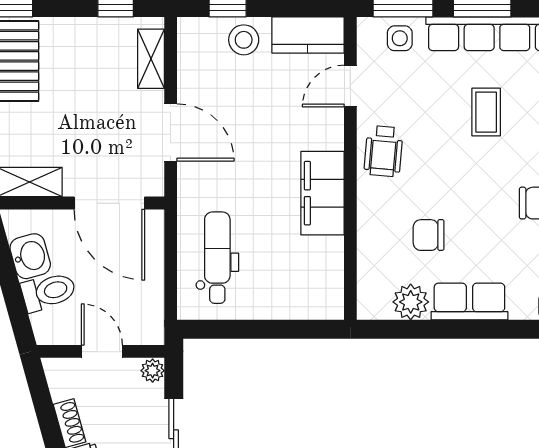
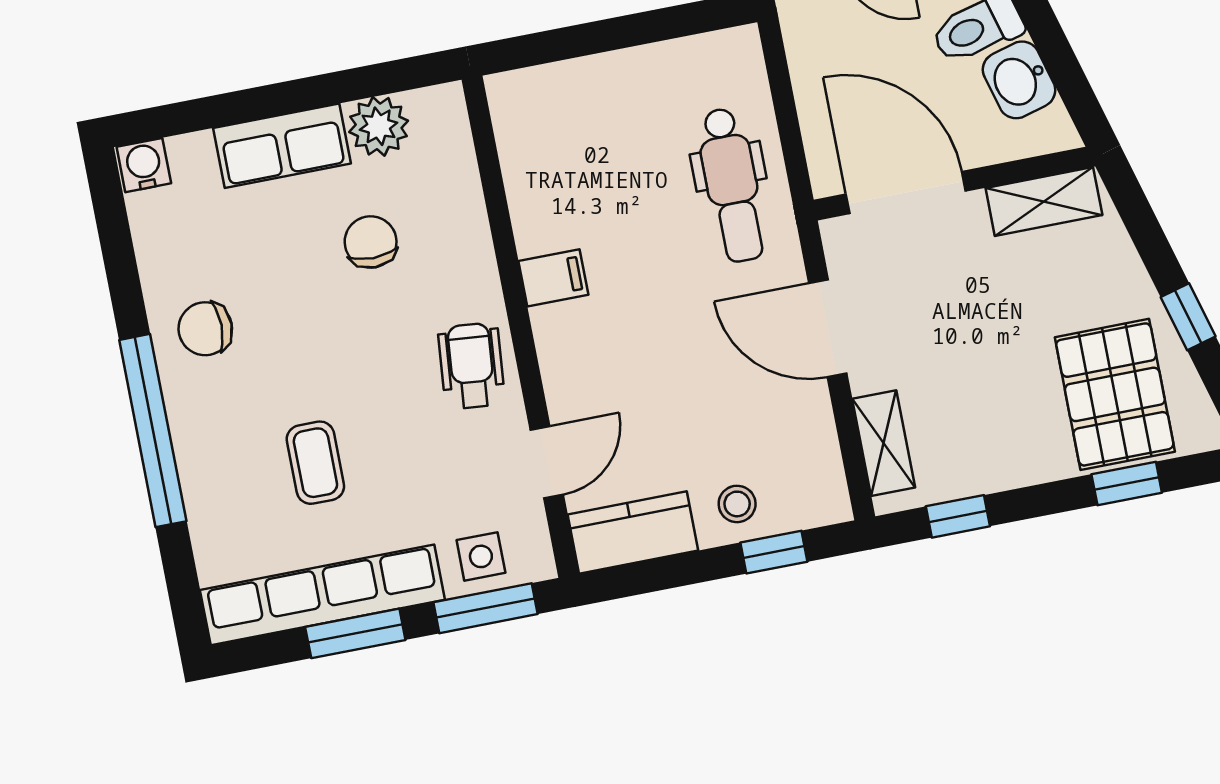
stool: (244, 40) -> (737, 504), width x0.73, depth x0.73
filing cabinet: (322, 193) -> (553, 278), width x0.33, depth x0.86
chair: (429, 235) -> (371, 242), turned -90
dental chair: (217, 258) -> (732, 185), moved

